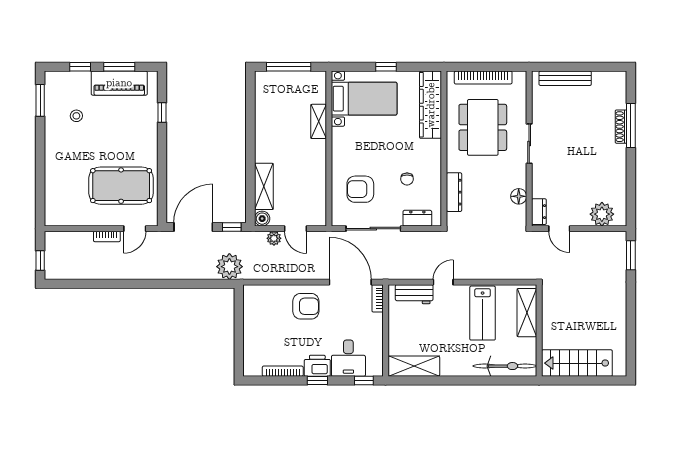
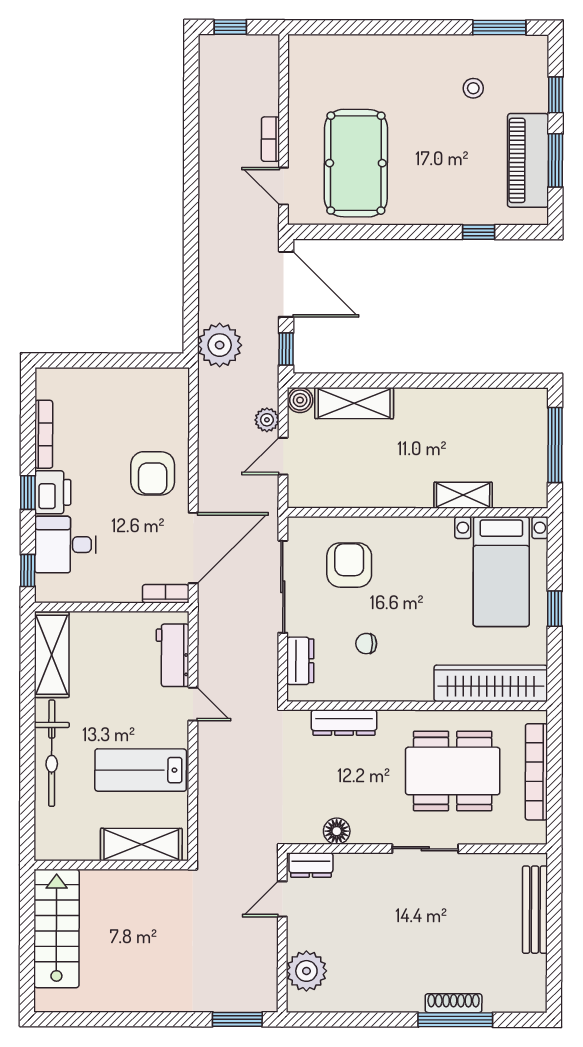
bicycle: (505, 366) -> (52, 753), moved

